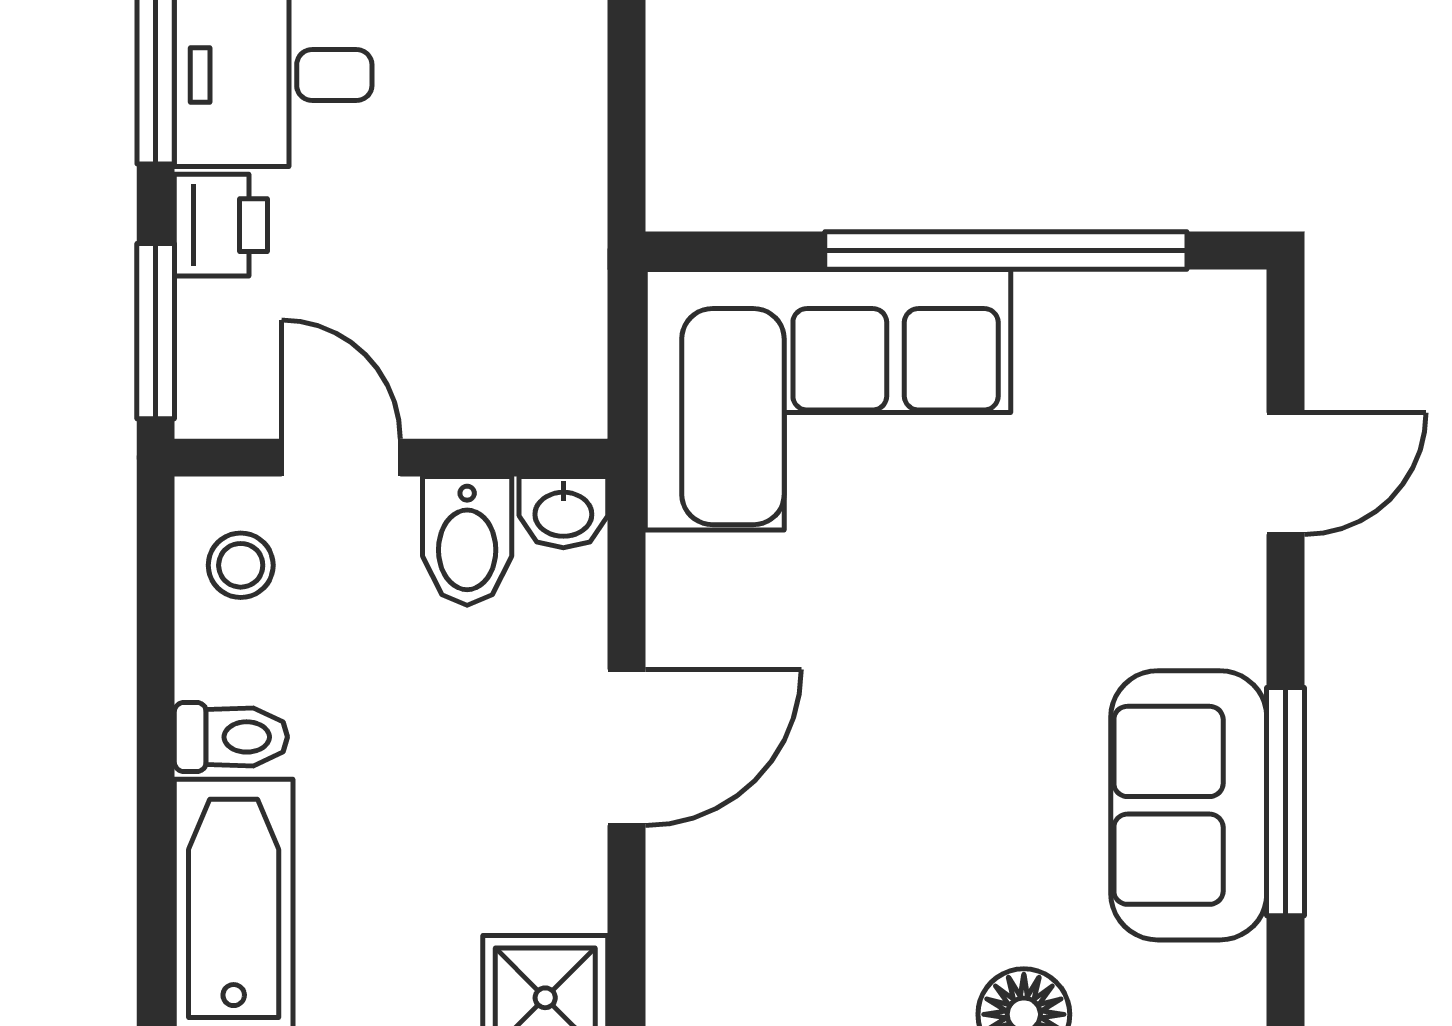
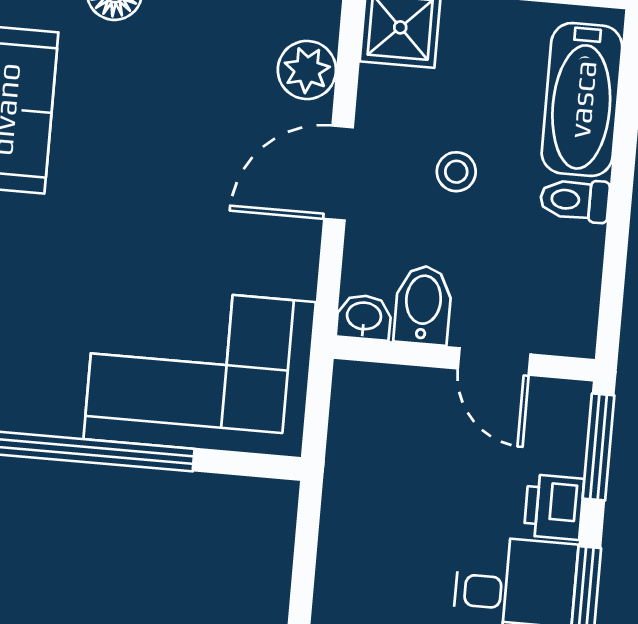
stool: (241, 565) -> (456, 172), moved
plant: (694, 914) -> (307, 70), added

